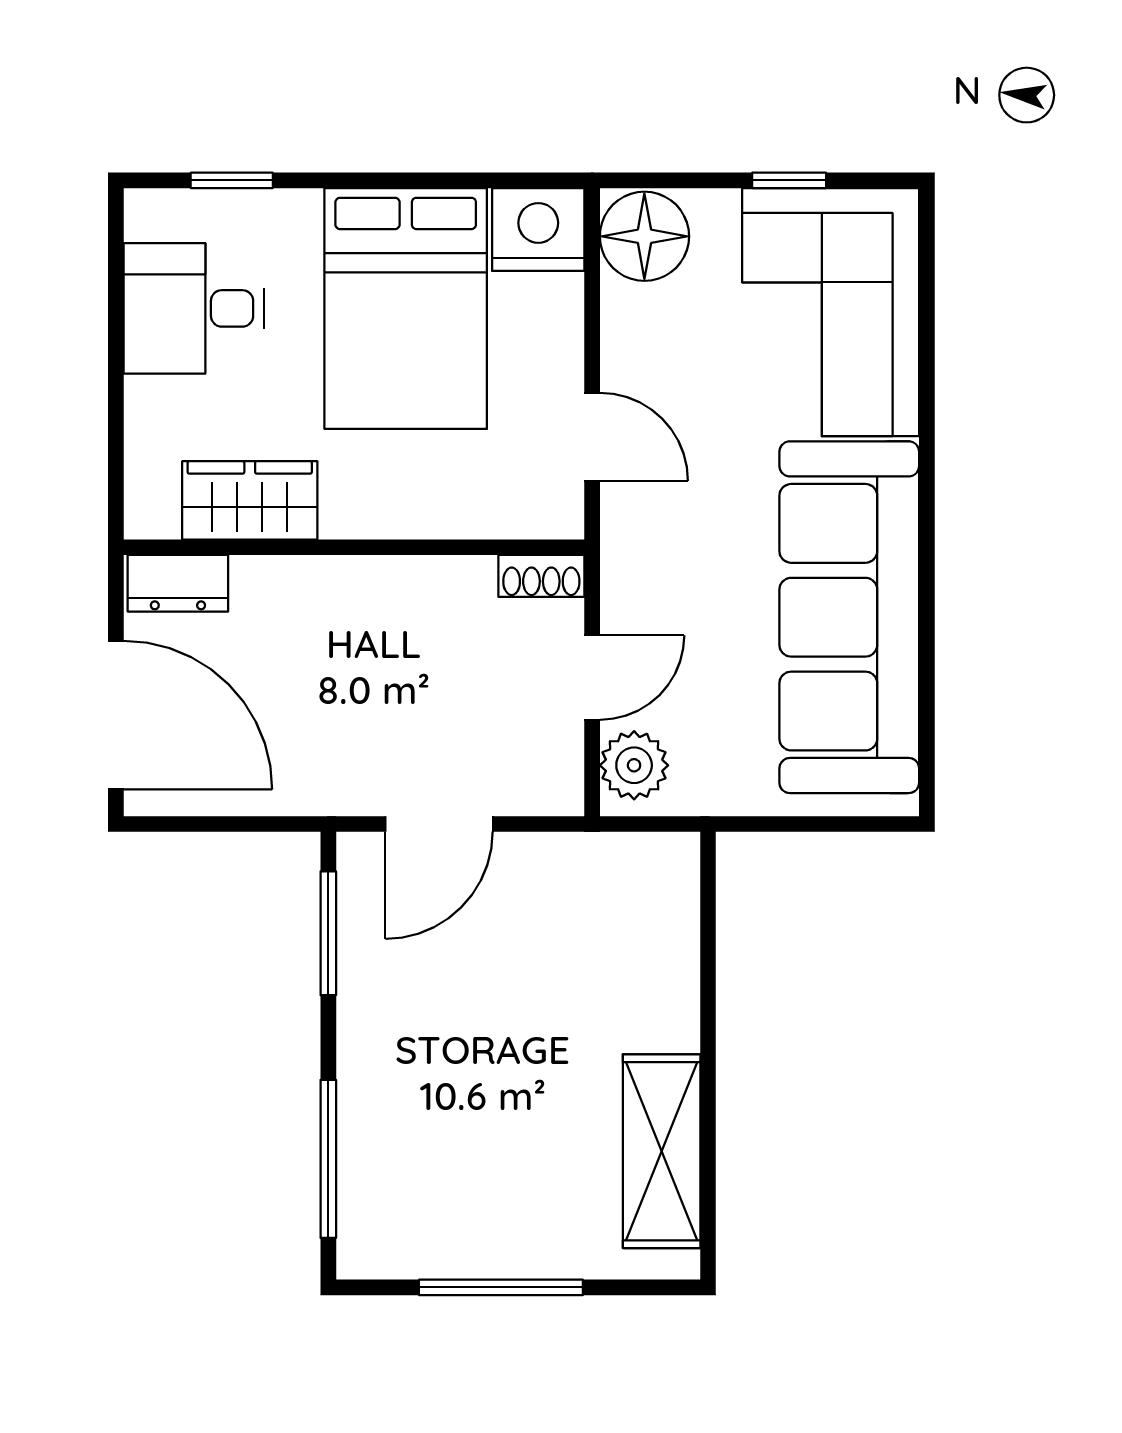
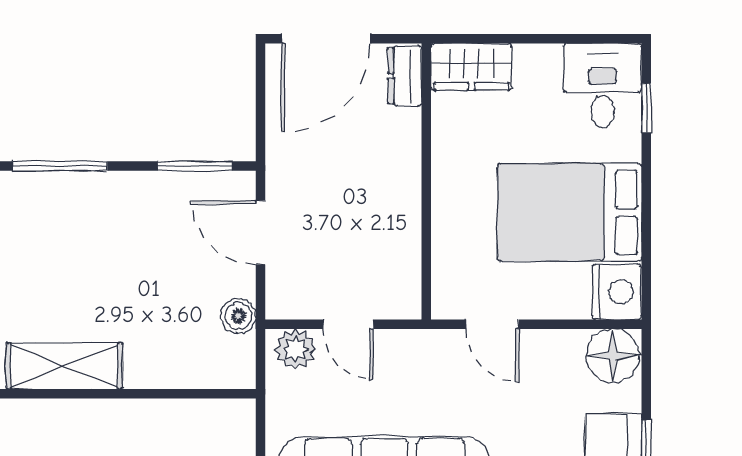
desk: (194, 308) -> (602, 86), moved
door: (592, 437) -> (492, 324), hinge flipped
wardrobe: (250, 500) -> (471, 67), moved, turned 90
shoe rack: (541, 576) -> (409, 294), removed
boiler: (578, 861) -> (238, 316), added

